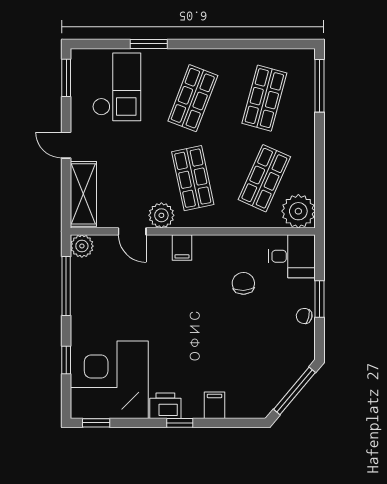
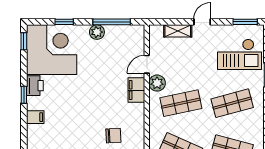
shop shelf: (193, 98) -> (232, 103), turned -36
shelving: (83, 194) -> (178, 31), width x0.67, depth x0.75
plant: (82, 246) -> (97, 32), moved
filing cabinet: (182, 247) -> (136, 90), width x2.00

